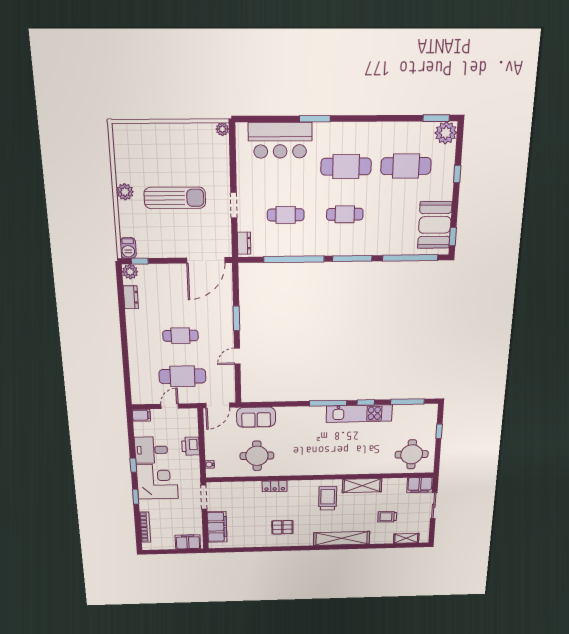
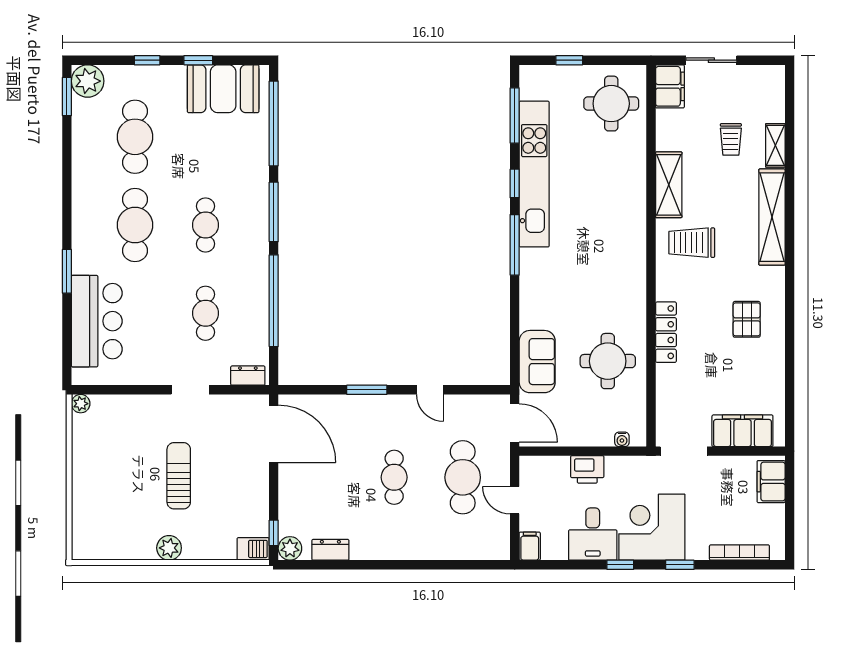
sun lounger: (175, 198) -> (179, 476), width x0.73, depth x0.75
window: (453, 237) -> (198, 60), moved
kitchen unit: (359, 414) -> (534, 174), width x1.36
locker: (275, 486) -> (666, 332), width x1.53
shelving: (406, 538) -> (775, 145), moved

